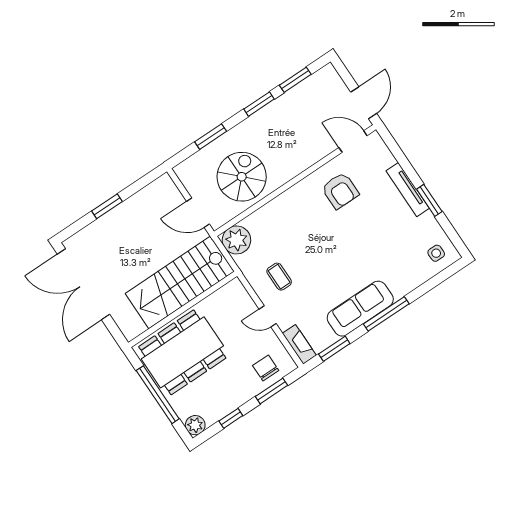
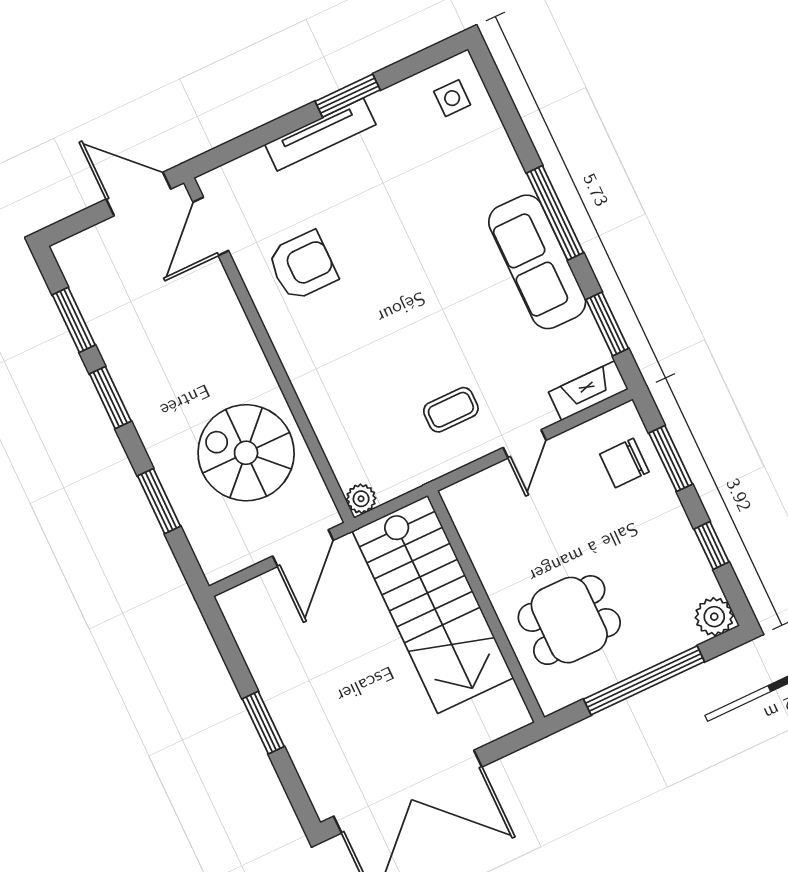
plant: (236, 240) -> (361, 499), width x0.53, depth x0.53
dining table: (182, 352) -> (569, 620), width x0.53, depth x0.80

